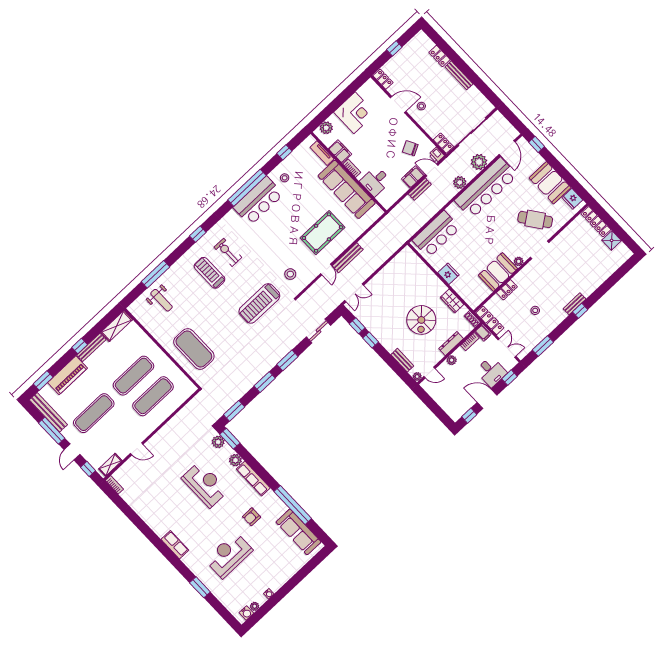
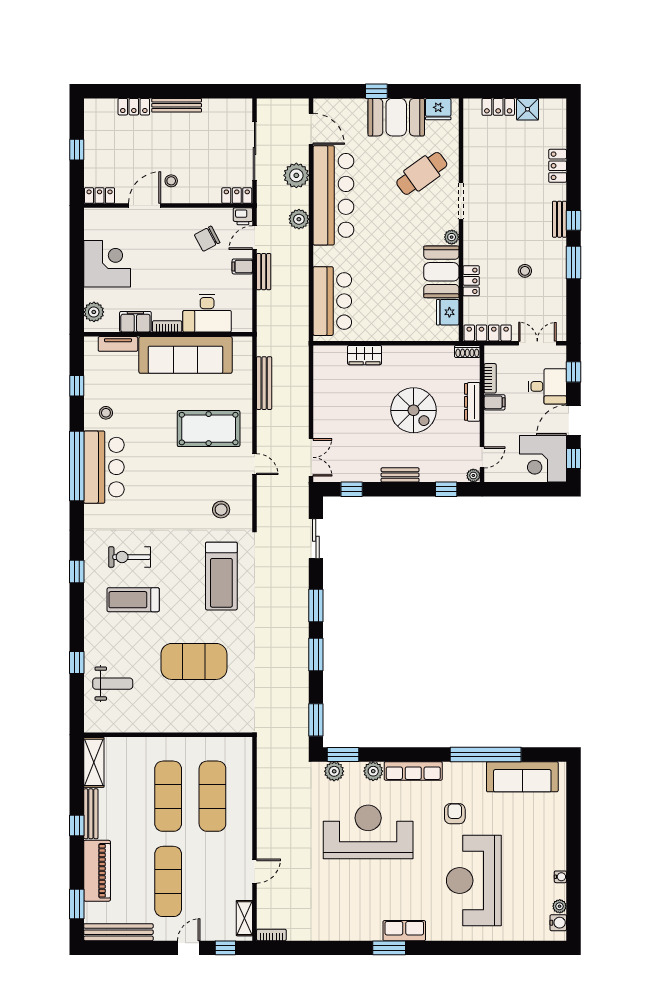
window: (537, 144) -> (376, 91), moved
filing cabinet: (413, 177) -> (242, 266), width x0.50
desk: (375, 181) -> (207, 313), width x1.37
locker: (596, 222) -> (498, 107), width x0.66
pool table: (322, 233) -> (209, 429), turned 90
bench: (348, 258) -> (264, 383), moved
window: (155, 274) -> (77, 663), width x0.46
fridge: (448, 274) -> (448, 312), moved, turned -90
locker: (599, 279) -> (558, 166), added
wardrobe: (452, 301) -> (365, 355), moved
filing cabinet: (483, 333) -> (495, 402), moved
window: (371, 340) -> (446, 489), moved
window: (543, 346) -> (573, 262), moved
exercise mat: (194, 349) -> (194, 661), moved
bench: (402, 360) -> (400, 475), moved
plant: (452, 360) -> (492, 419), removed
corner desk: (456, 402) -> (543, 459), added
window: (52, 431) -> (143, 948), removed
door: (72, 452) -> (189, 948), swing flipped
reception desk: (205, 484) -> (368, 832), width x1.36, depth x1.30
armchair: (252, 517) -> (455, 814), turned 180
reception desk: (229, 555) -> (474, 881), width x1.36, depth x1.30
window: (200, 587) -> (389, 948), moved

